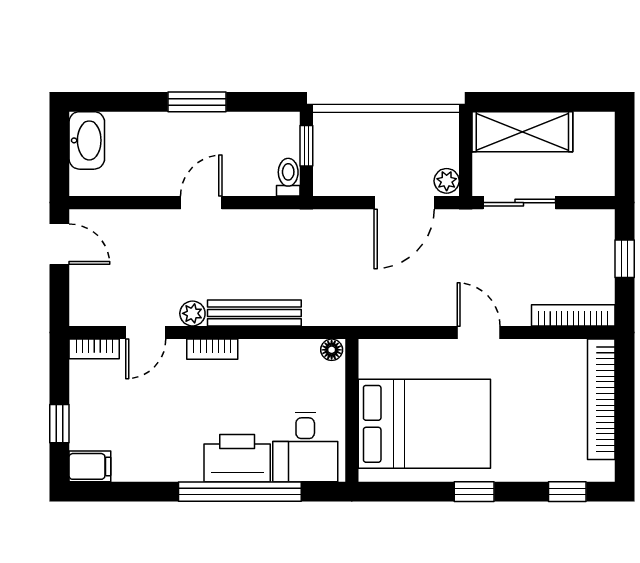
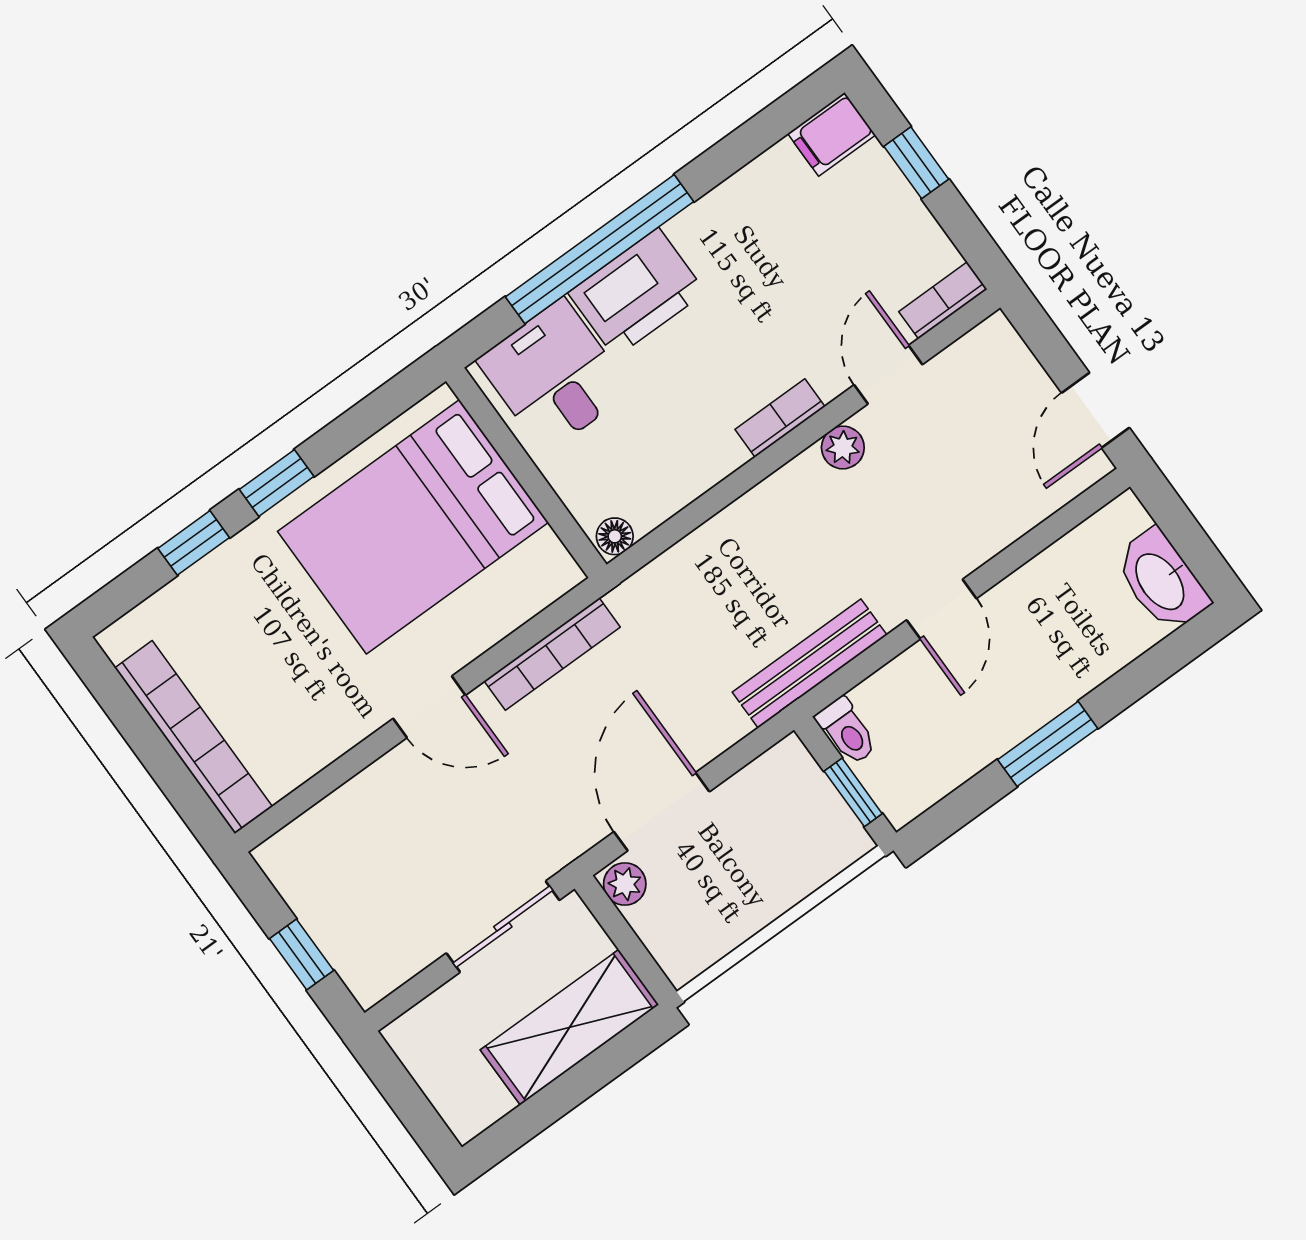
door: (59, 244) -> (1095, 410), hinge flipped
bench: (254, 313) -> (810, 664), moved
bookcase: (573, 315) -> (552, 654), moved
window: (567, 492) -> (194, 543), moved

